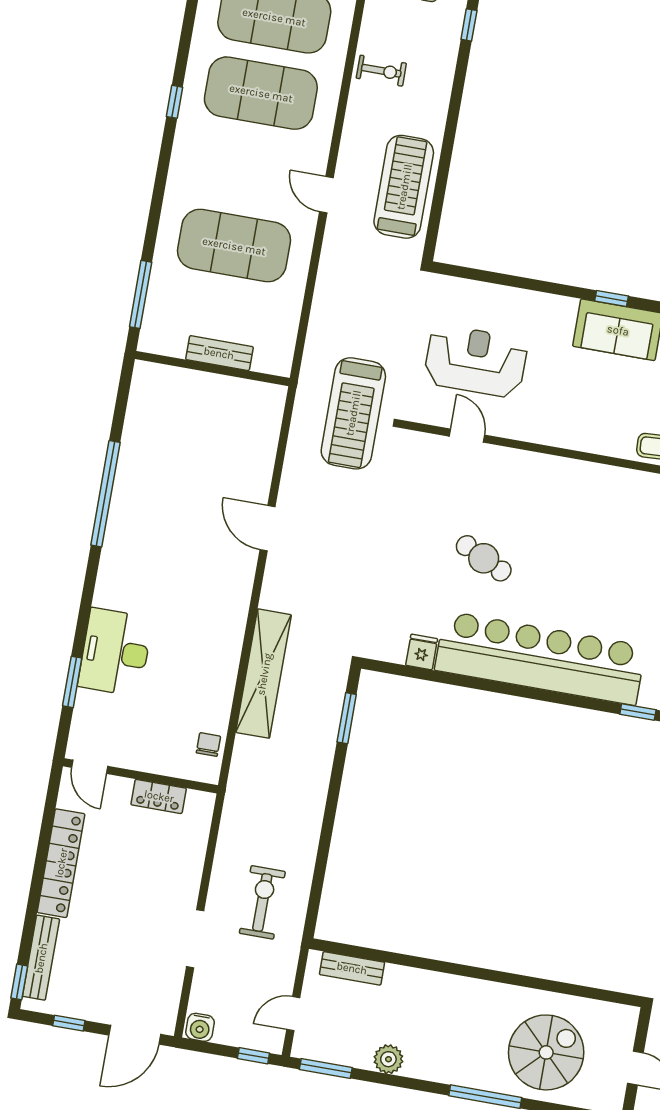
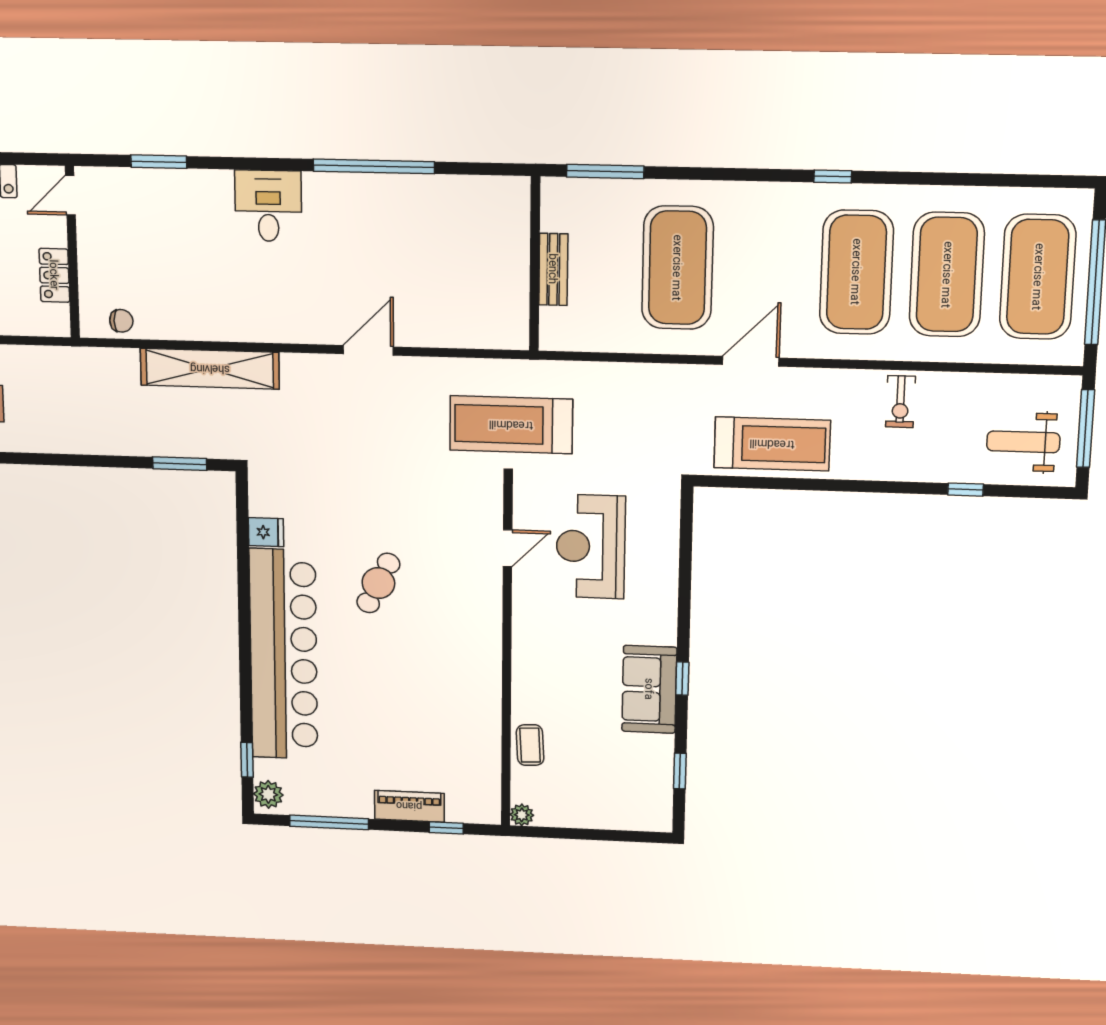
door: (326, 195) -> (751, 361), width x1.38
reception desk: (476, 361) -> (591, 547), turned 180
desk: (115, 652) -> (268, 206), moved, width x0.73

